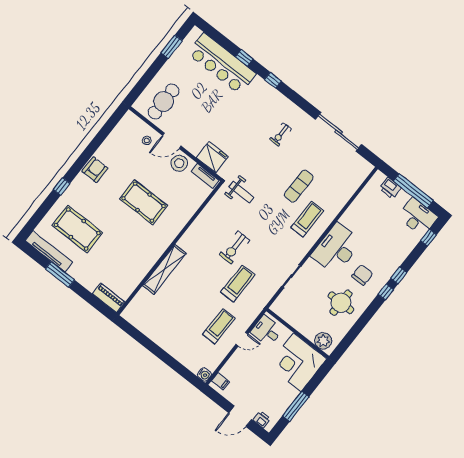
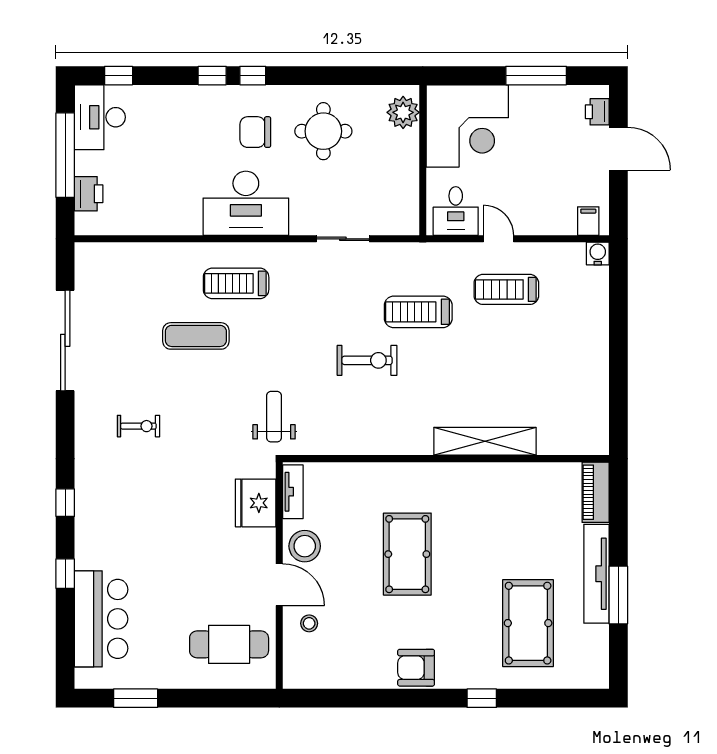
bar counter: (222, 63) -> (101, 619), width x0.73
tv unit: (49, 251) -> (596, 574), moved

